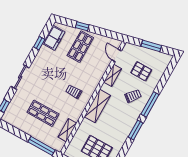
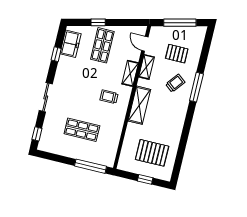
window: (151, 46) -> (180, 23), width x1.44
shelving: (67, 130) -> (130, 73), moved
window: (136, 130) -> (189, 120), removed

